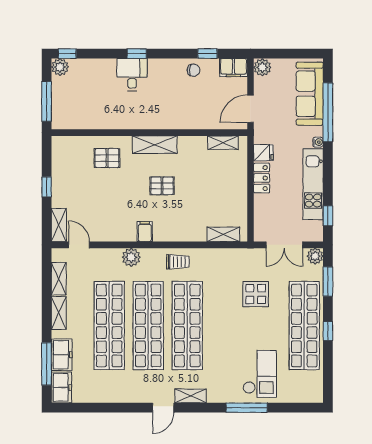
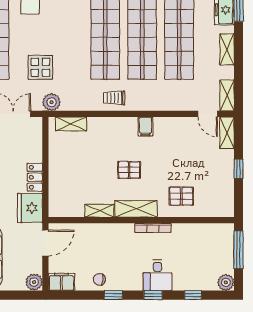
window: (67, 54) -> (193, 295), moved
window: (207, 54) -> (114, 295), moved
bookcase: (137, 125) -> (153, 228), added
shelving: (223, 143) -> (99, 211), moved
fridge: (263, 153) -> (30, 208), width x1.88, depth x1.34
plant: (131, 257) -> (52, 102), moved
shelving: (59, 279) -> (227, 95), moved

